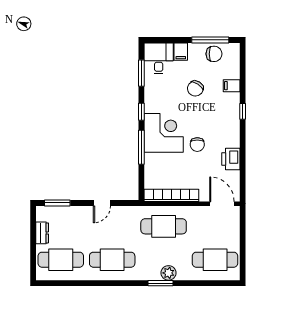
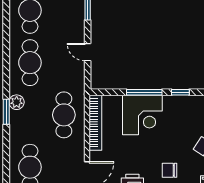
corner desk: (164, 133) -> (142, 115), moved
chair: (197, 145) -> (170, 170), moved
plant: (168, 273) -> (17, 102), moved

